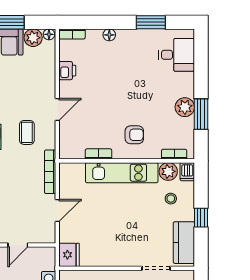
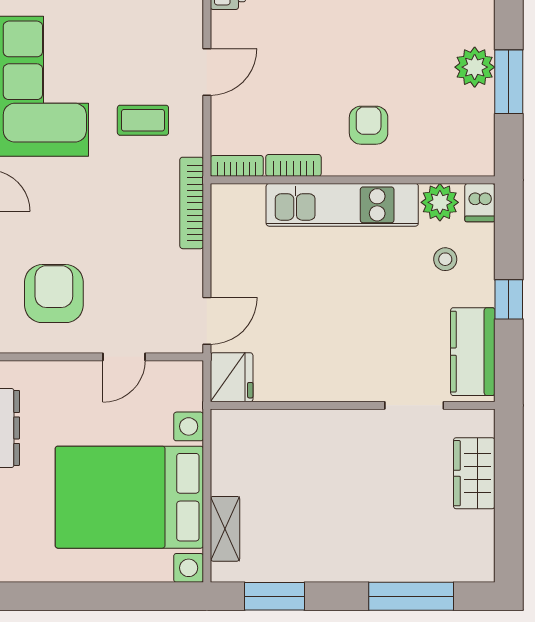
coffee table: (27, 132) -> (143, 120), turned 90
armchair: (134, 135) -> (369, 125), turned -90
bookcase: (174, 154) -> (237, 166), moved
door: (57, 210) -> (207, 321), moved

